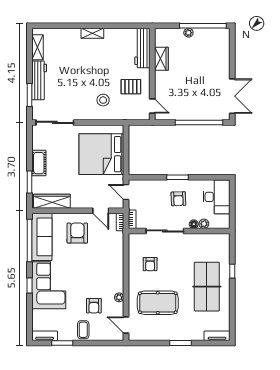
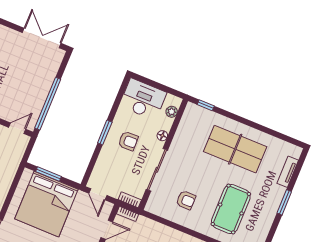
window: (199, 122) -> (48, 104), moved
window: (126, 146) -> (49, 174), added
door: (126, 192) -> (98, 194), hinge flipped
plant: (204, 224) -> (172, 112), moved
window: (232, 271) -> (206, 105), moved
tv unit: (217, 336) -> (288, 172), moved

